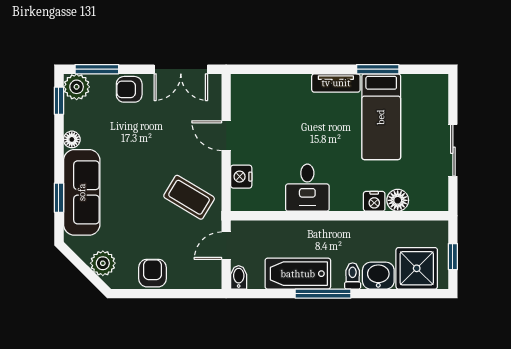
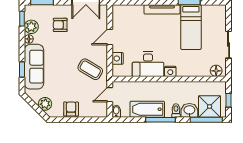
tv unit: (336, 83) -> (162, 9), width x1.41
plant: (77, 87) -> (31, 27), moved
armchair: (129, 89) -> (60, 25), moved
door: (226, 136) -> (110, 37), hinge flipped
desk: (307, 188) -> (148, 64), width x1.37
floor lamp: (398, 200) -> (216, 71), moved
nightstand: (374, 201) -> (170, 71), moved
window: (410, 294) -> (206, 120), added

